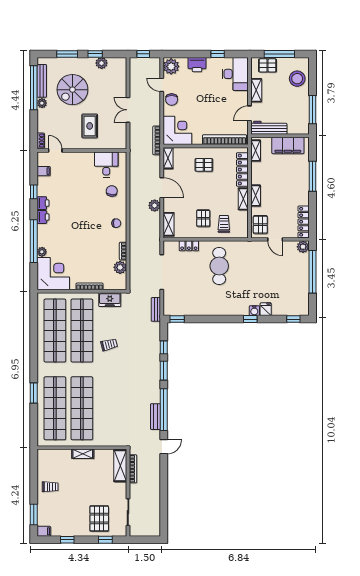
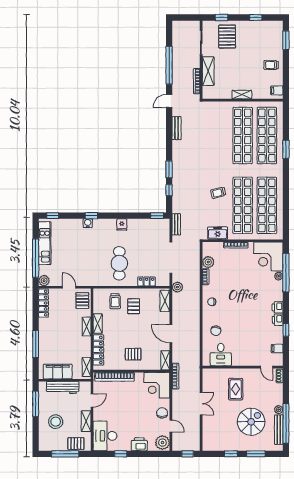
plant: (102, 63) -> (225, 446), removed
stool: (297, 79) -> (56, 422), moved
workbench: (269, 128) -> (63, 388), moved
plant: (155, 205) -> (177, 287), moved
window: (34, 241) -> (286, 273), moved
kitchen unit: (302, 288) -> (45, 243), added
fridge: (266, 309) -> (122, 225), moved
window: (164, 410) -> (169, 65), moved
shelving: (120, 466) -> (208, 71), moved
filing cabinet: (44, 531) -> (277, 90), moved

